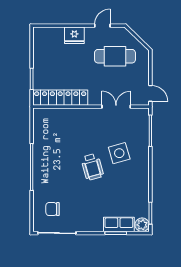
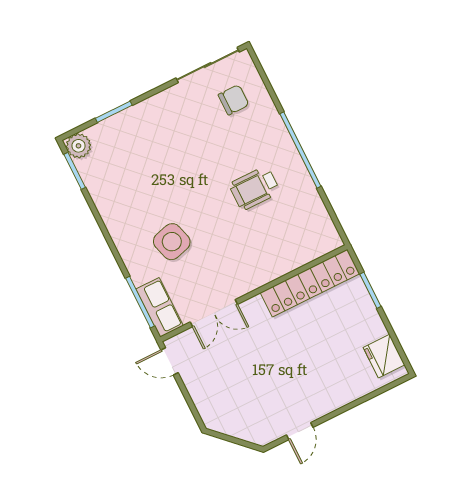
fridge: (74, 35) -> (384, 356), moved, turned -90
cafe table: (115, 56) -> (255, 393), removed
wheelchair: (92, 167) -> (254, 188), moved, turned -74
row of seats: (119, 224) -> (160, 307), moved, turned -90

